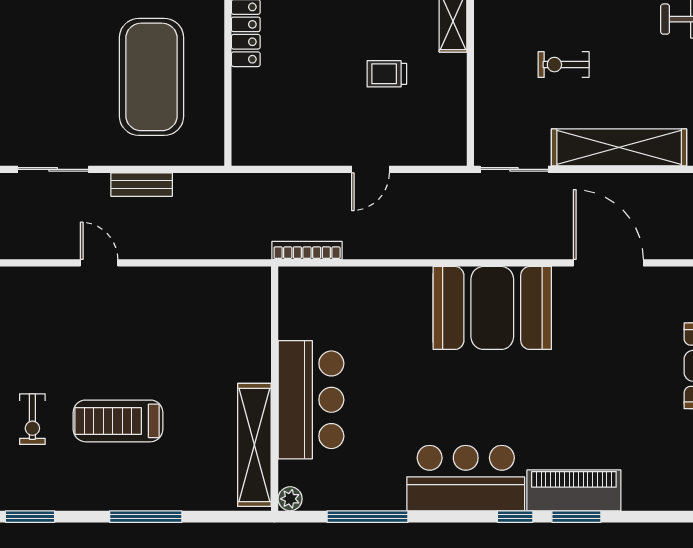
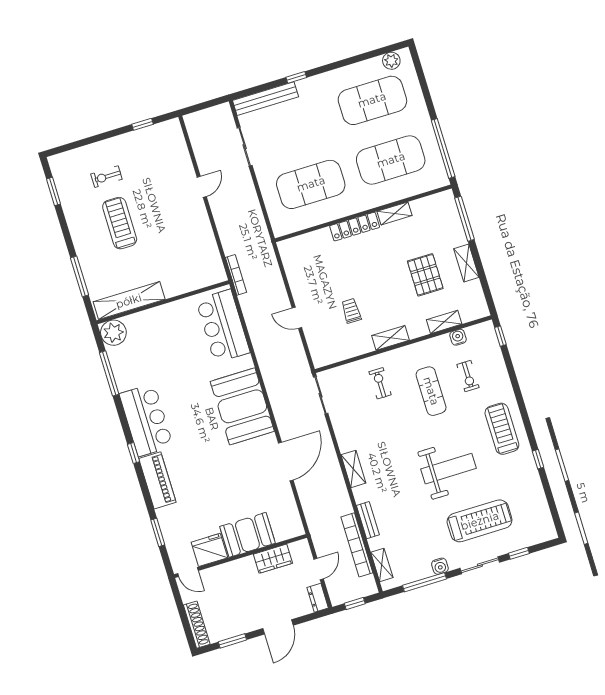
exercise bike: (564, 65) -> (380, 383), moved
shelving: (619, 147) -> (353, 469), width x0.45, depth x0.75
bench: (142, 185) -> (251, 197), removed
bookcase: (307, 250) -> (236, 275), moved
bar counter: (311, 400) -> (223, 326), moved, turned 90
plant: (290, 499) -> (113, 333), width x1.87, depth x1.87
window: (146, 517) -> (79, 276), moved
window: (576, 517) -> (158, 532), moved

